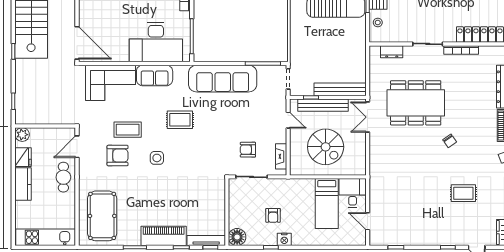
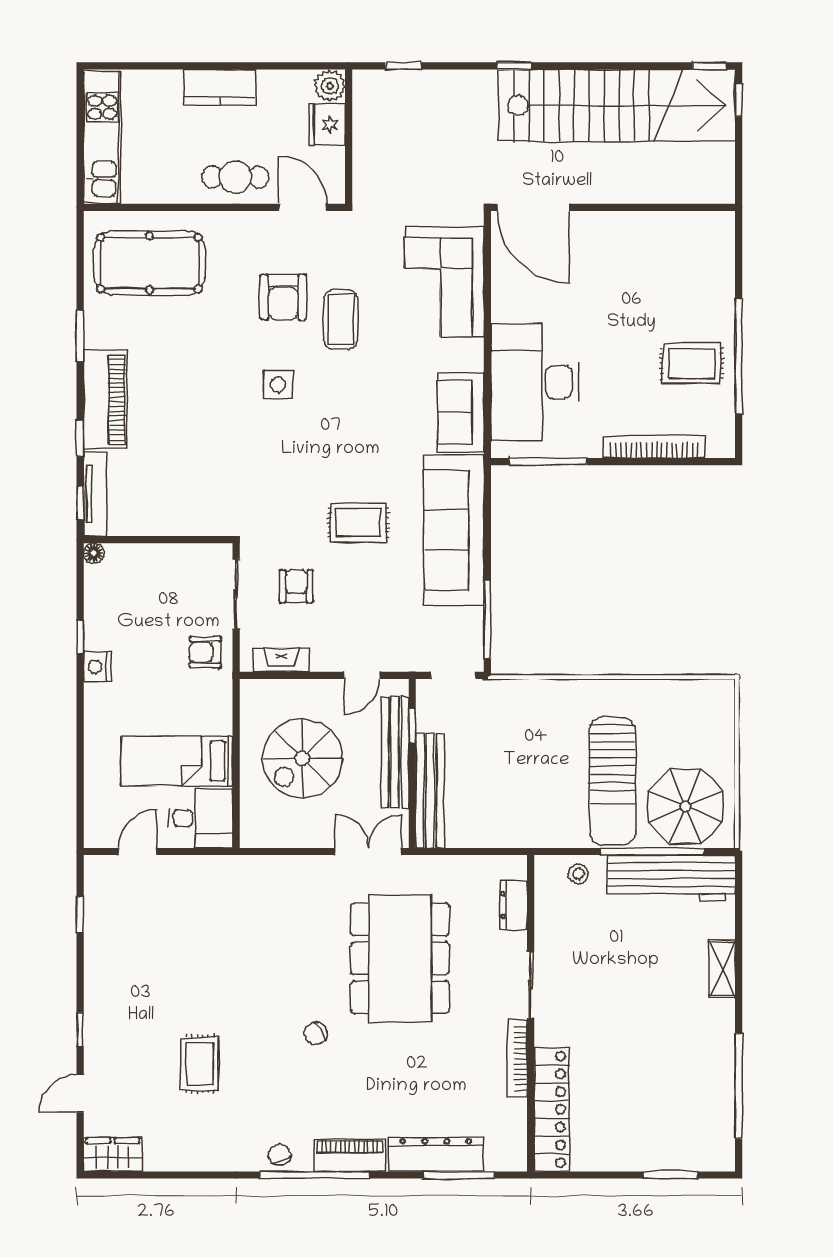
door: (77, 43) -> (533, 207), hinge flipped
sofa: (155, 75) -> (461, 412), moved
rug: (180, 120) -> (358, 523), moved, turned 90
fridge: (23, 157) -> (327, 125), moved, turned 90
armchair: (273, 215) -> (205, 652), moved
floor lamp: (237, 237) -> (94, 553), width x0.53, depth x0.53

